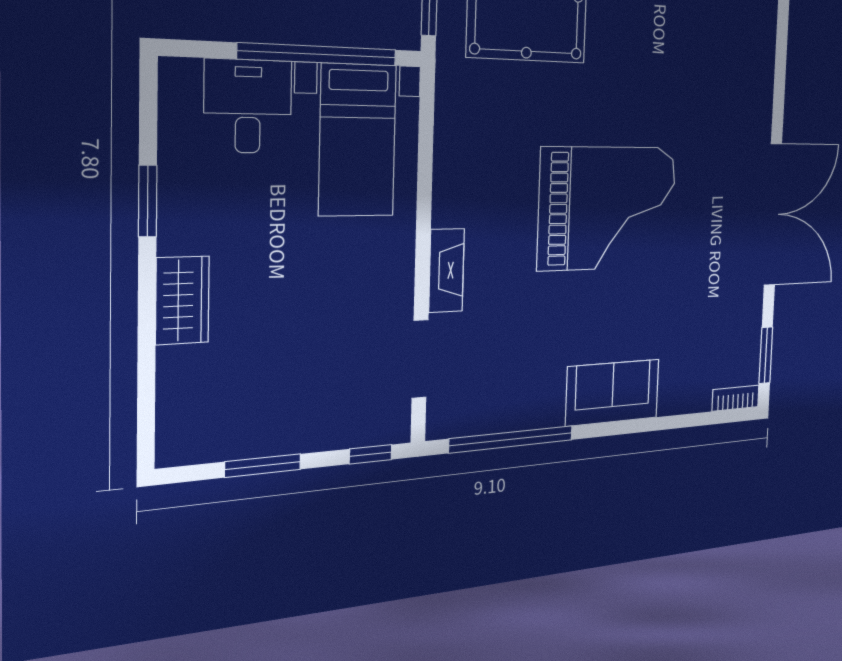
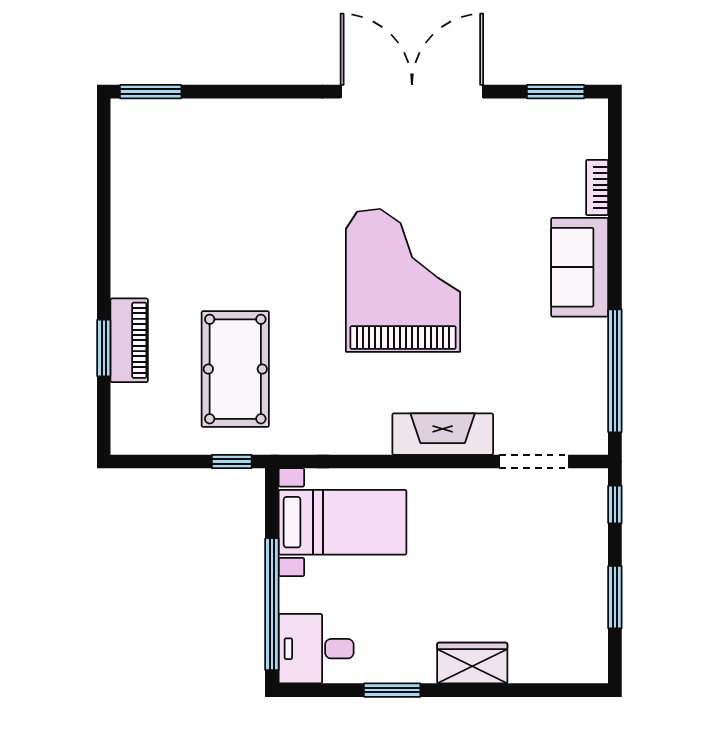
window: (318, 54) -> (272, 604), moved
desk: (248, 106) -> (316, 649), moved
fireplace: (447, 270) -> (443, 434), width x1.37, depth x1.32
bookcase: (736, 398) -> (597, 188), moved

